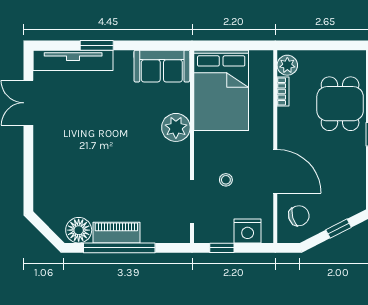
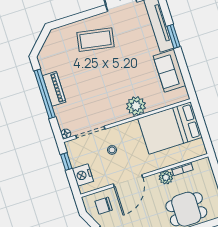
plant: (287, 65) -> (166, 177), moved
sofa: (162, 66) -> (169, 71), moved
coffee table: (67, 154) -> (95, 40), added
chair: (299, 216) -> (104, 206), turned 107
floor lamp: (79, 230) -> (66, 134), moved, width x0.53, depth x0.53

